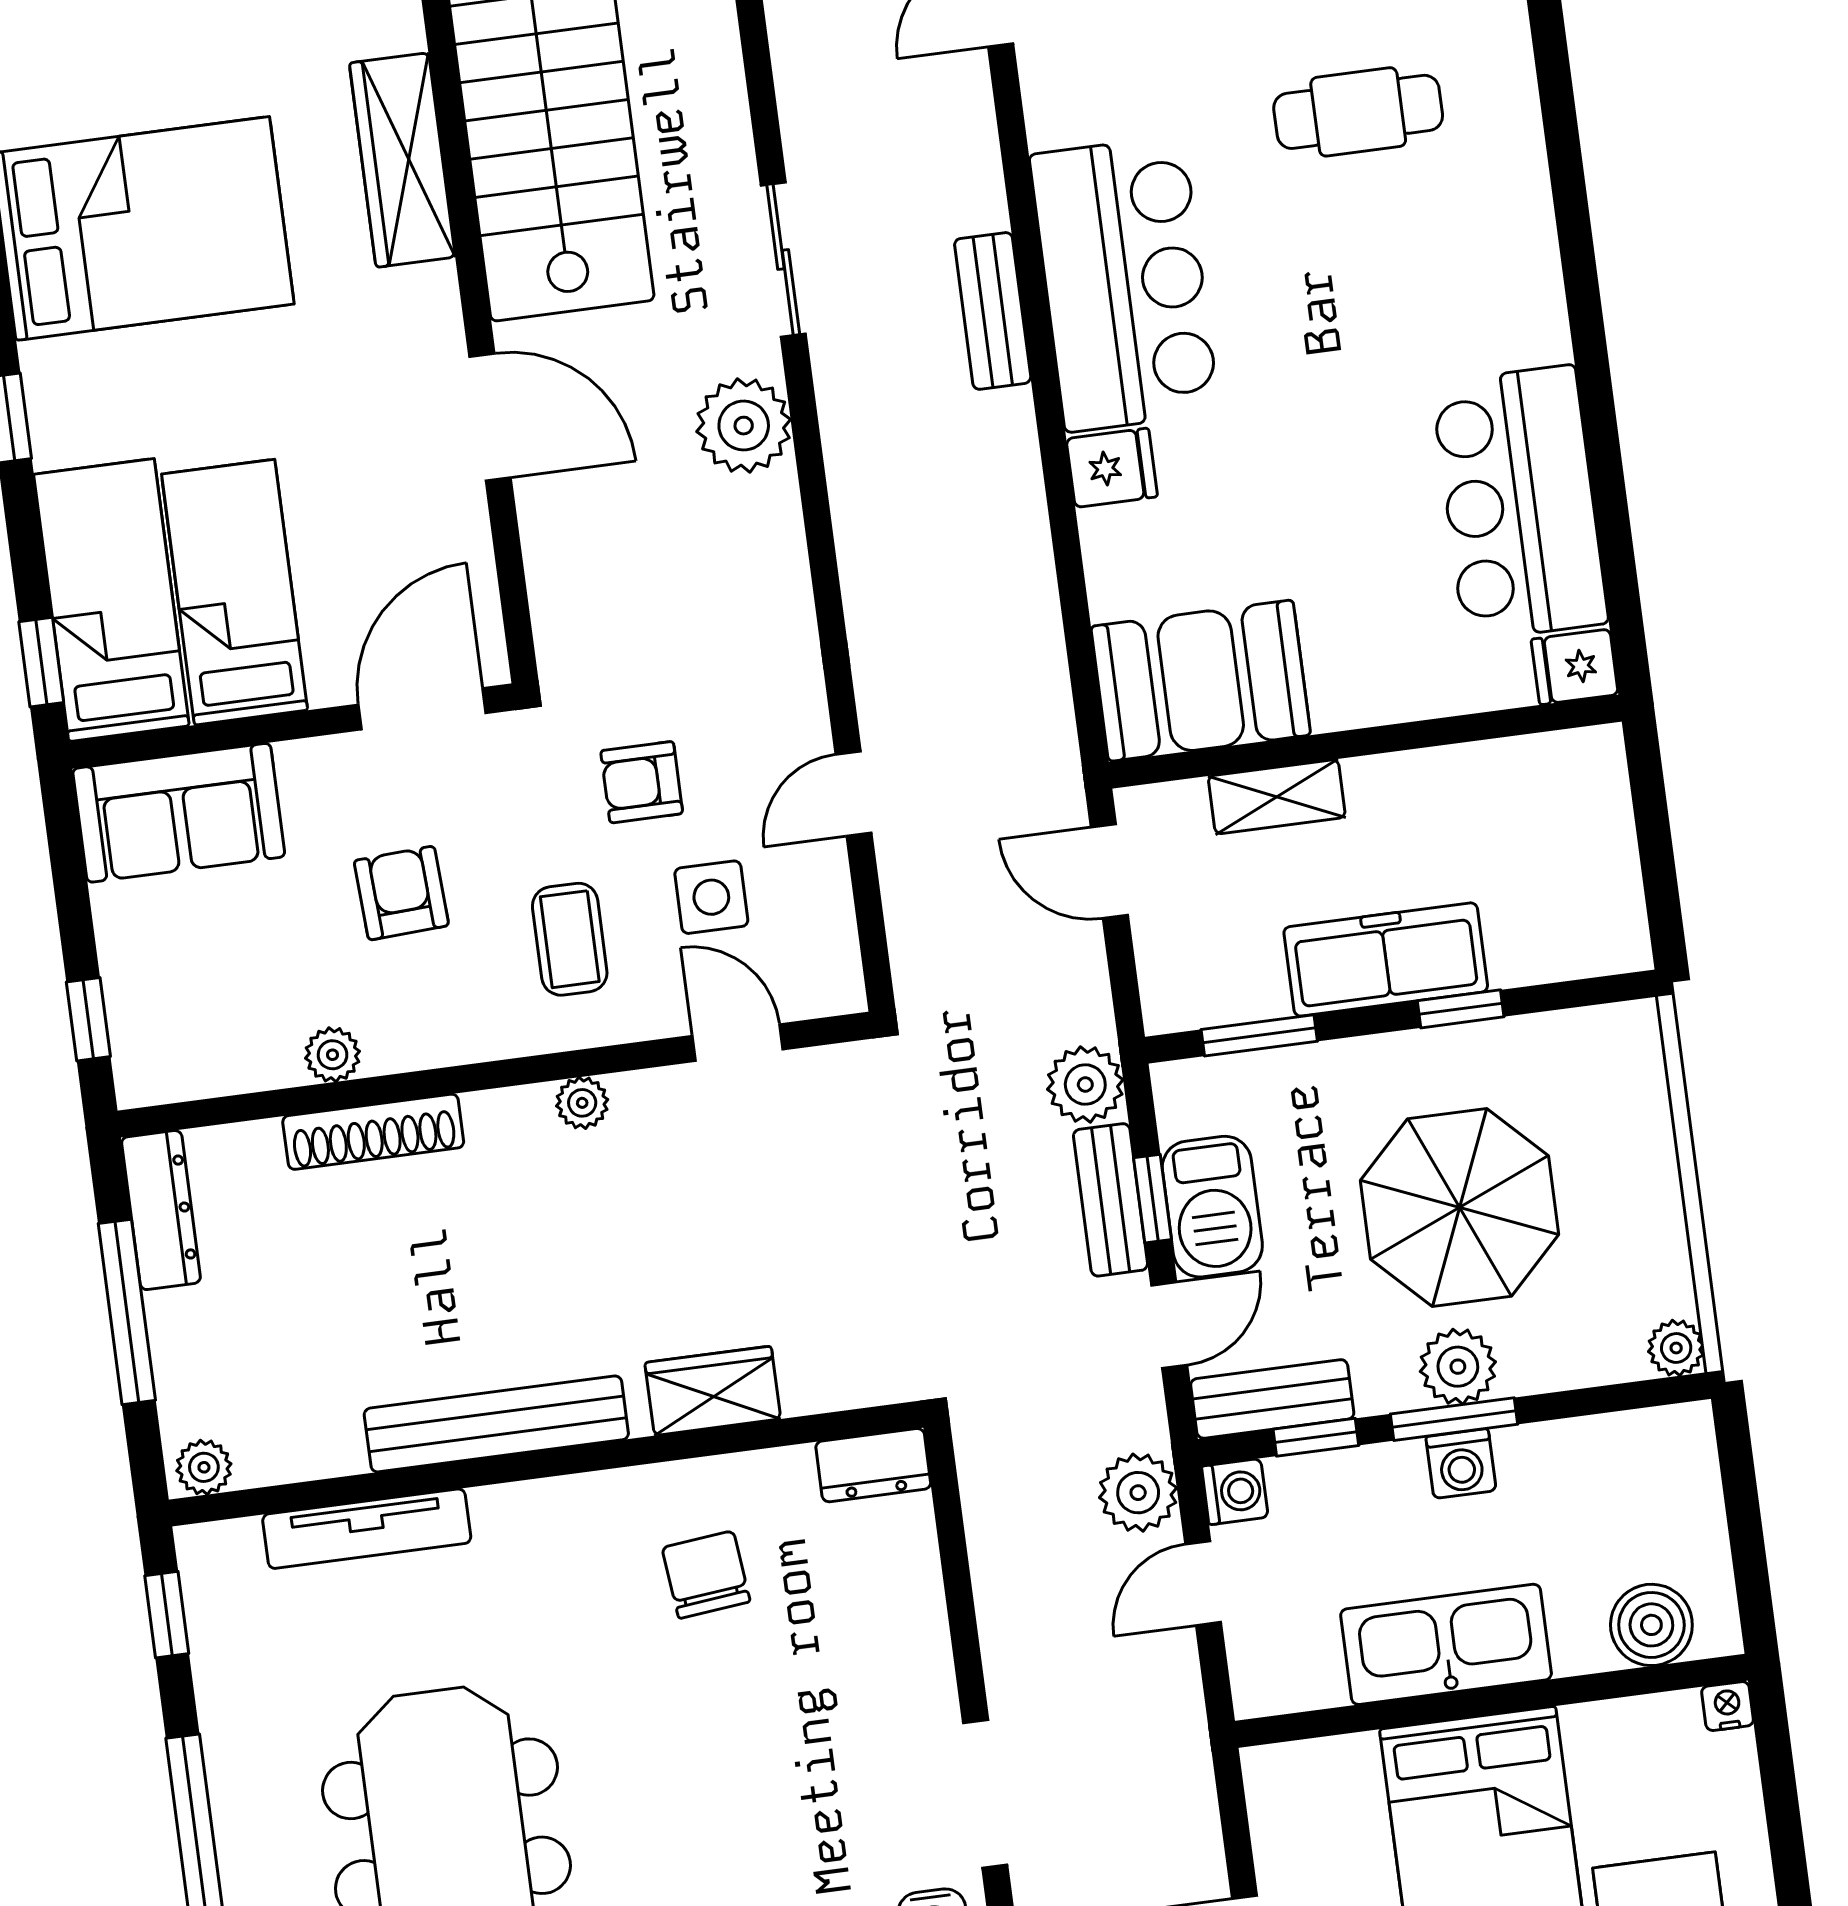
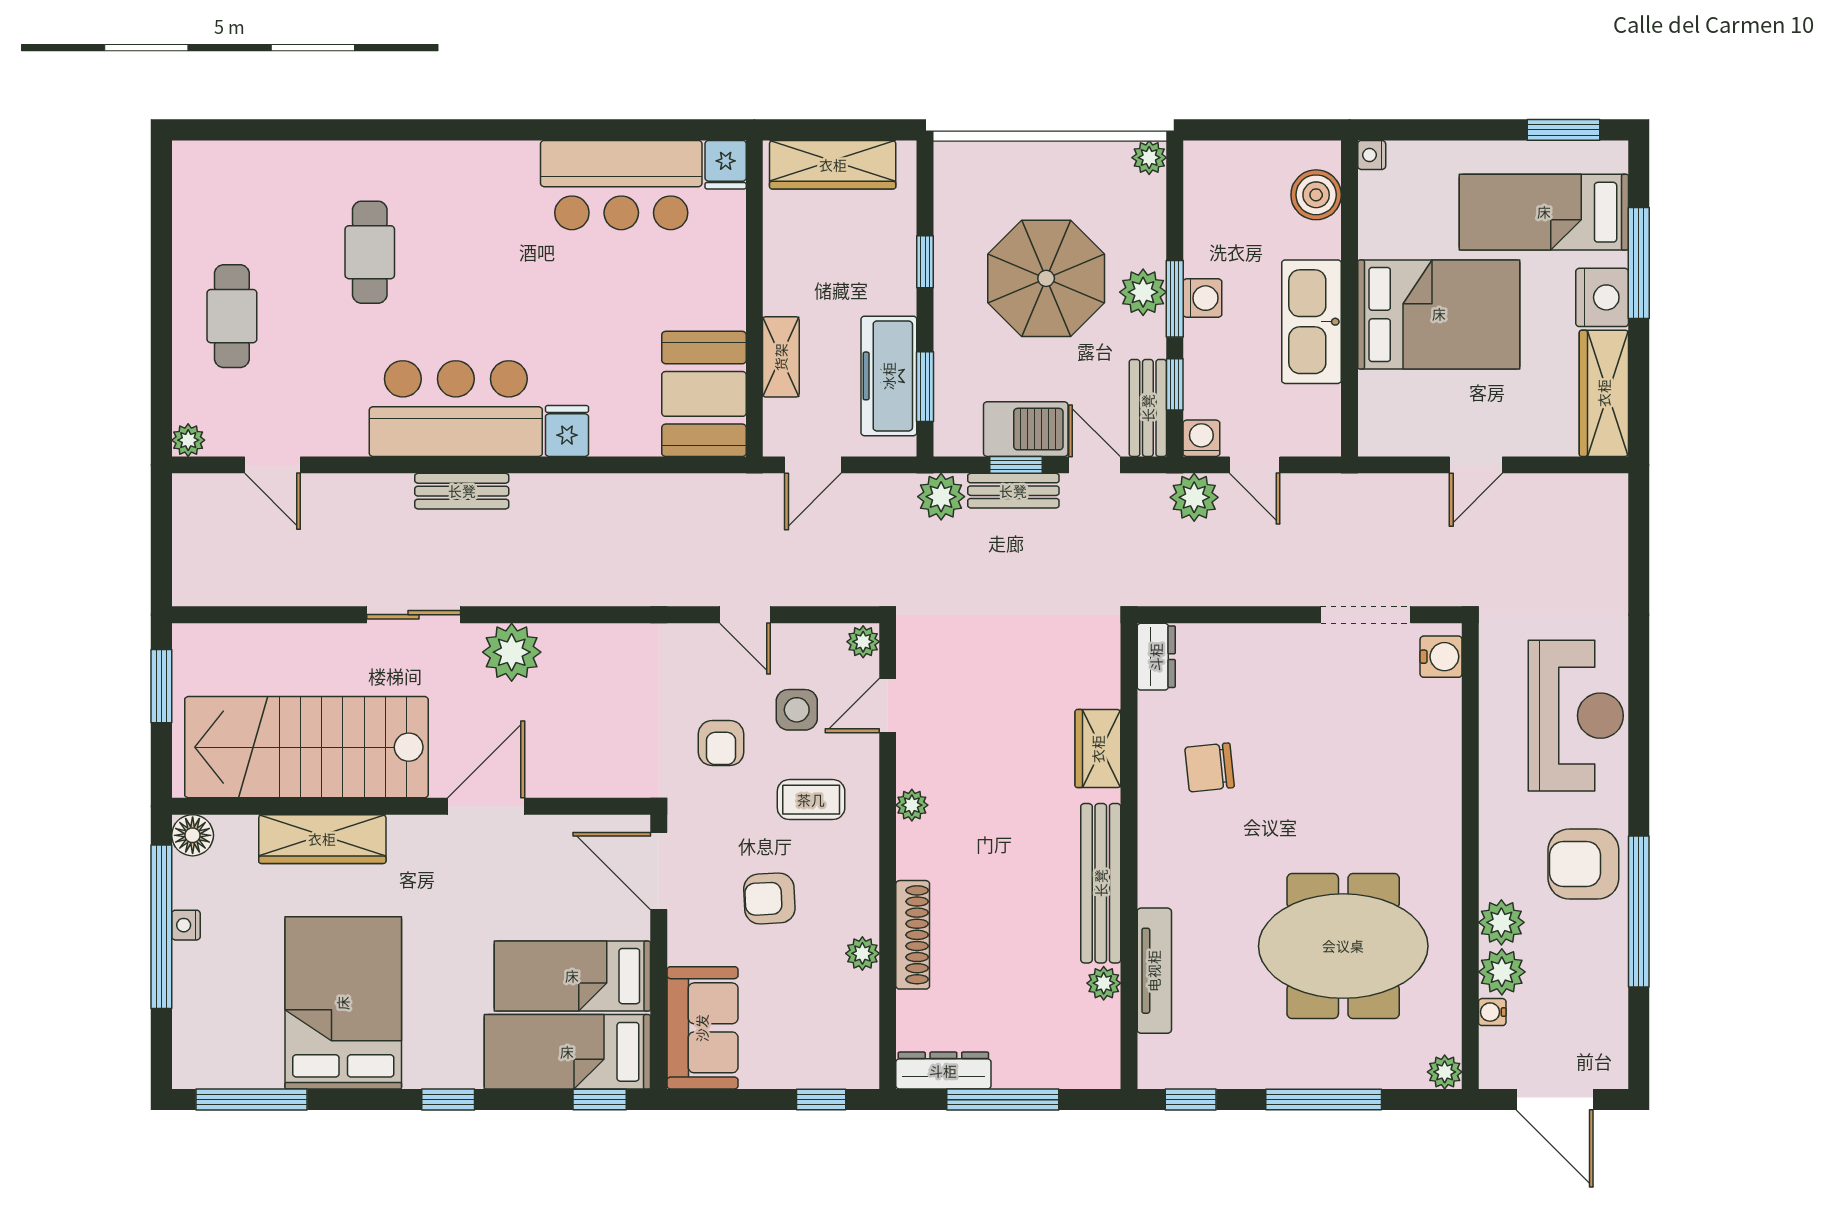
wardrobe: (1597, 839) -> (833, 165), added
freezer: (1386, 959) -> (889, 376), moved
plant: (835, 990) -> (863, 642), added
plant: (204, 1467) -> (1104, 983), moved

